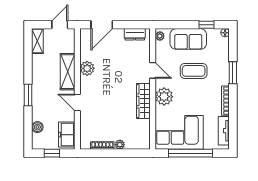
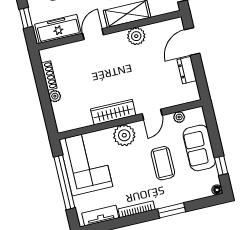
door: (102, 25) -> (192, 41), hinge flipped
dresser: (135, 34) -> (187, 70), moved
plant: (160, 36) -> (179, 117), moved
freezer: (67, 135) -> (58, 29), width x1.40

